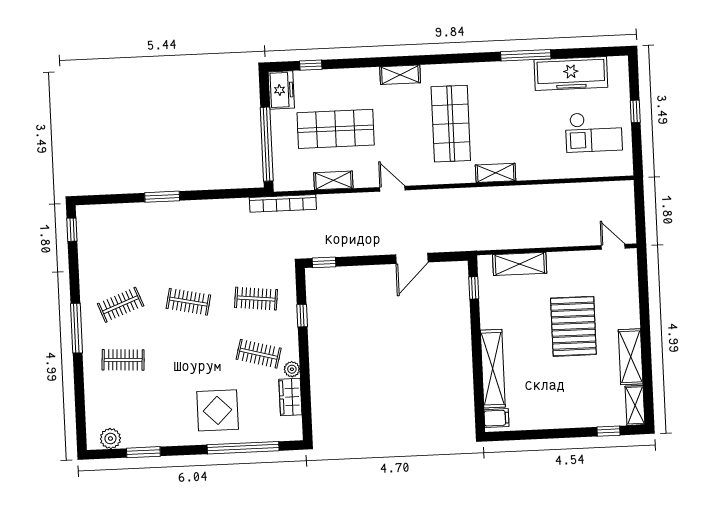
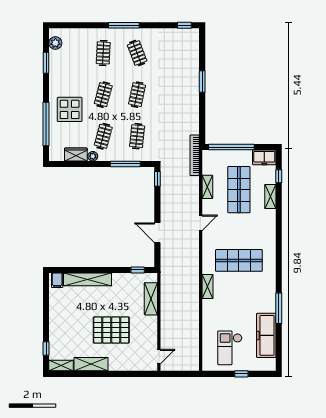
shelving: (400, 75) -> (270, 197), moved
window: (302, 316) -> (125, 164), width x2.17
clothes rail: (191, 357) -> (103, 95), added

